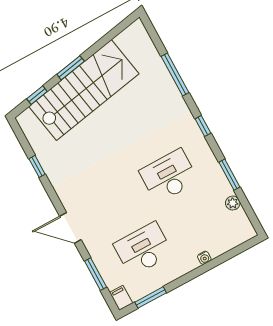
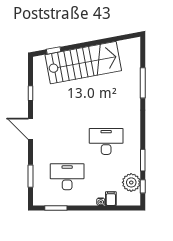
window: (71, 68) -> (83, 45), removed
window: (203, 126) -> (143, 186), moved
plant: (233, 203) -> (131, 182), width x1.88, depth x1.88
door: (70, 228) -> (31, 129), moved
filing cabinet: (121, 298) -> (111, 199), moved

